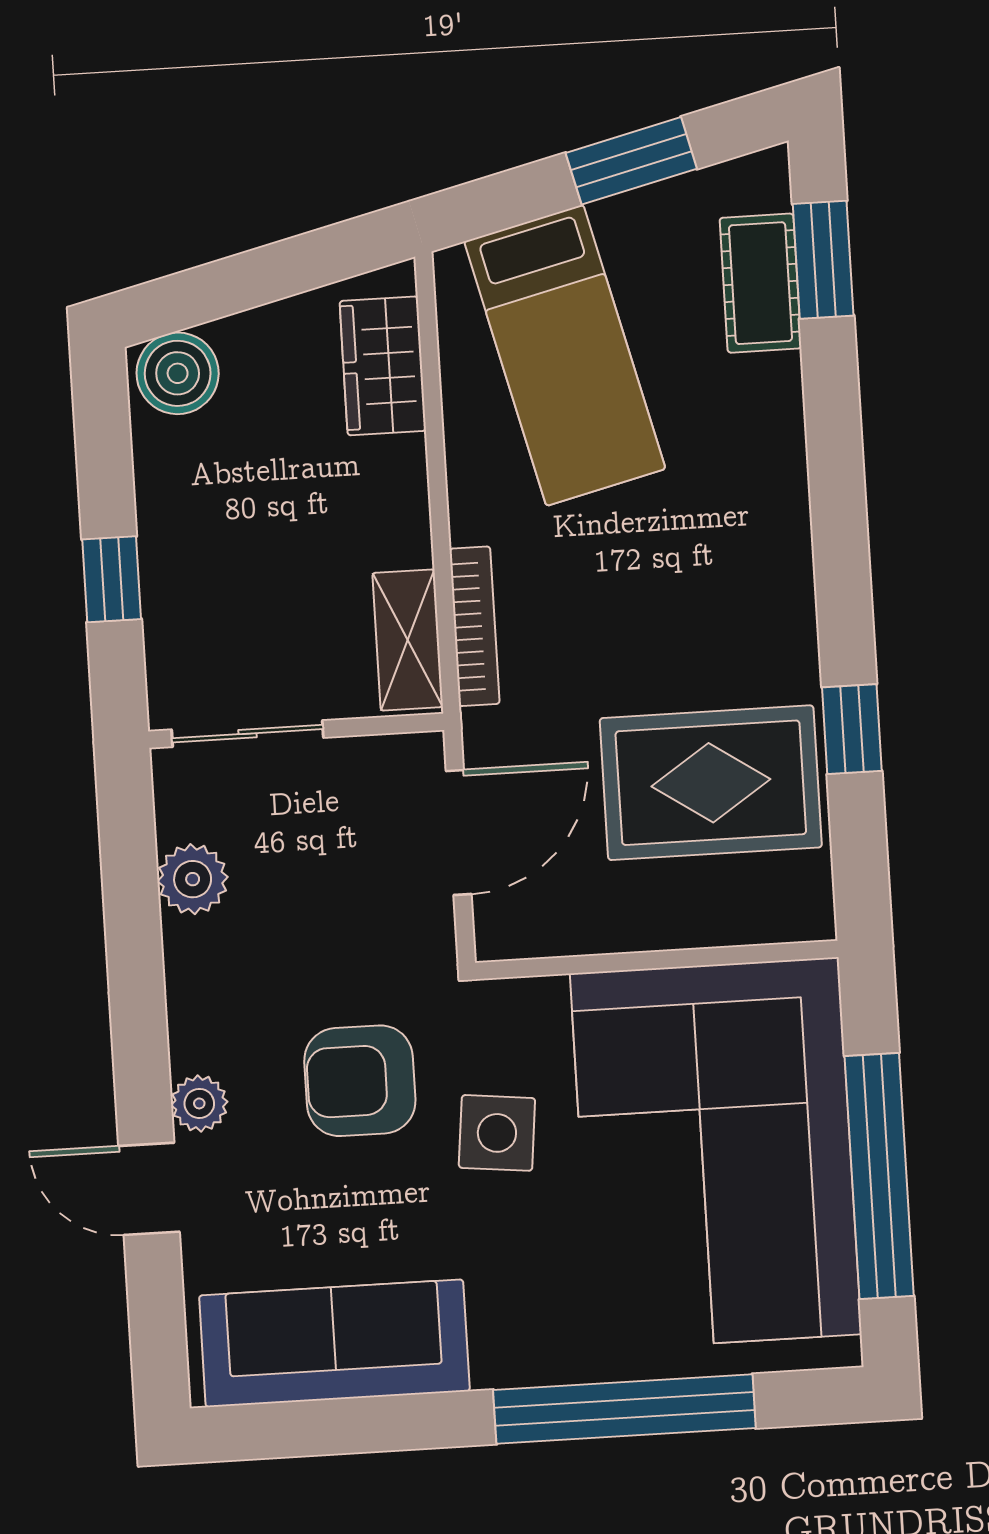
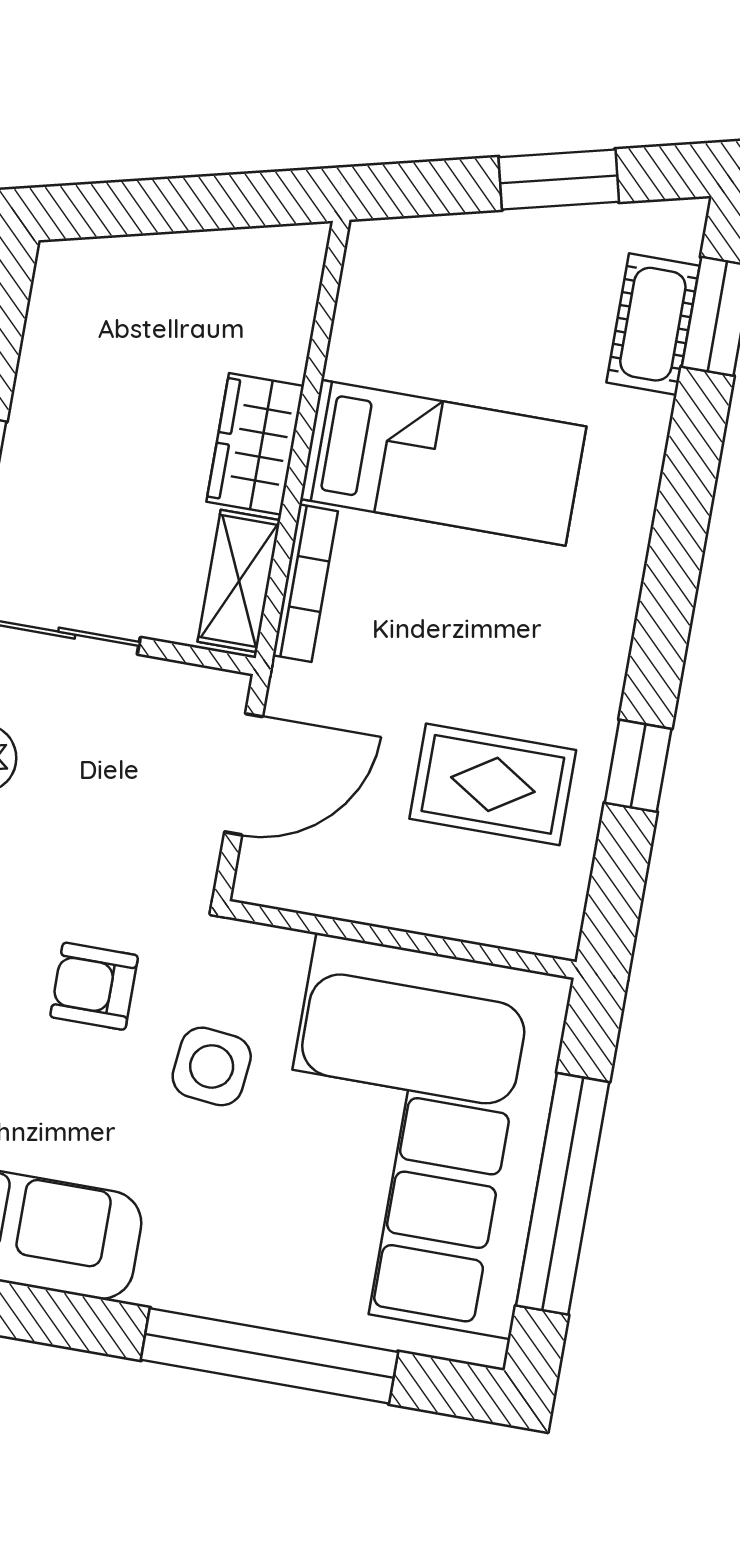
bed: (565, 355) -> (443, 463), moved, turned -76
wardrobe: (383, 366) -> (255, 444), moved
boiler: (178, 373) -> (82, 277), removed
rug: (711, 783) -> (493, 784), width x0.73, depth x0.70
armchair: (360, 1081) -> (94, 986), width x0.72, depth x0.72

